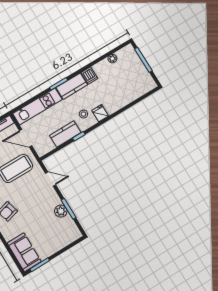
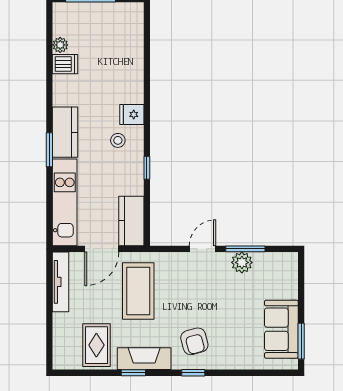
dishwasher: (89, 76) -> (65, 64), moved
kitchen counter: (65, 134) -> (131, 221), moved
door: (50, 179) -> (202, 249), moved
sofa: (24, 252) -> (281, 329), moved, turned -90

